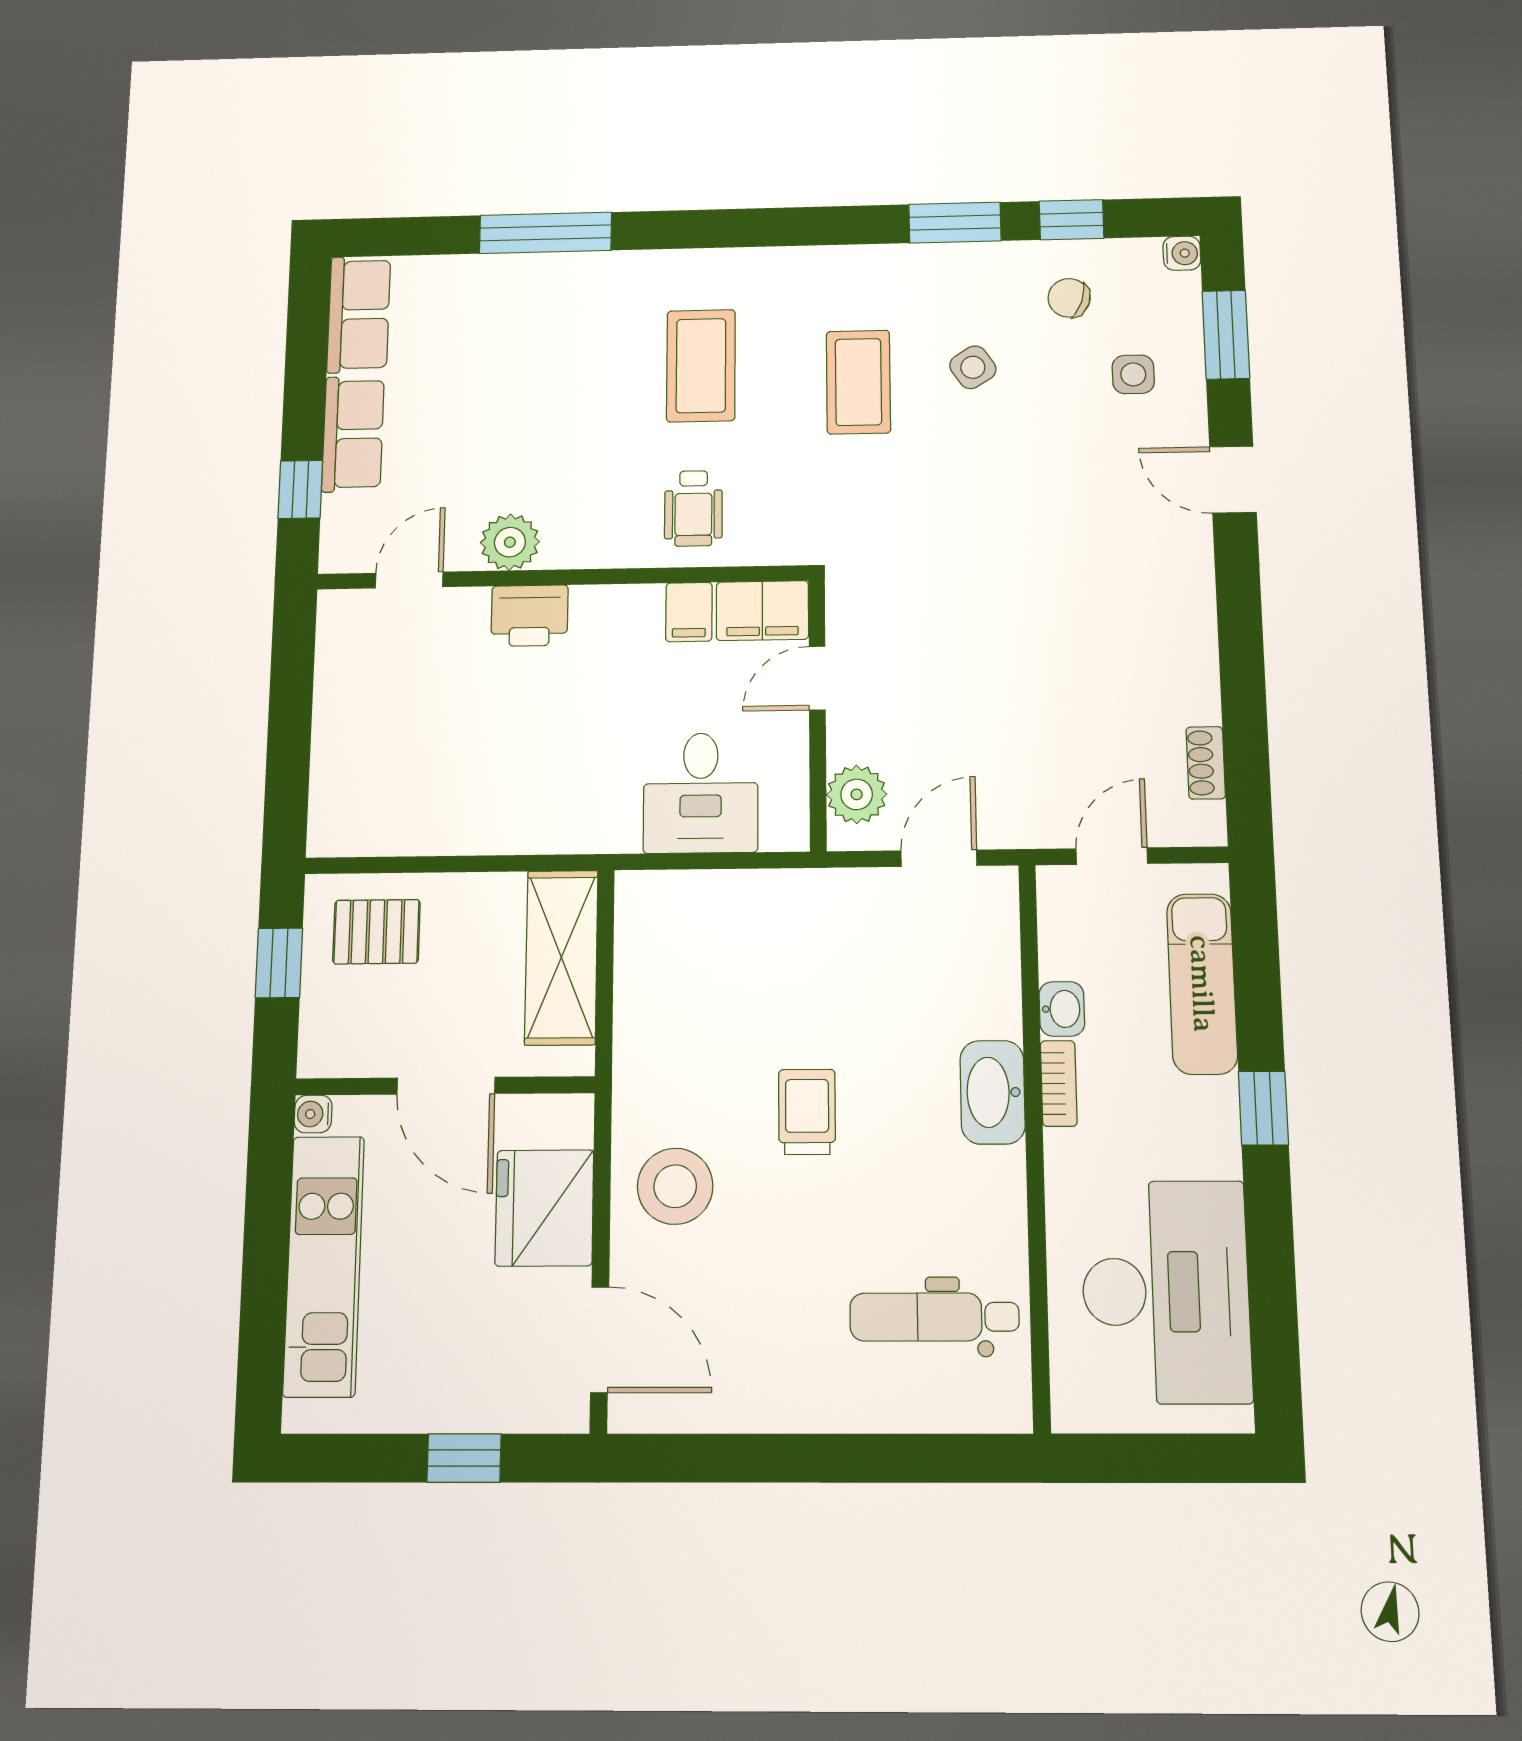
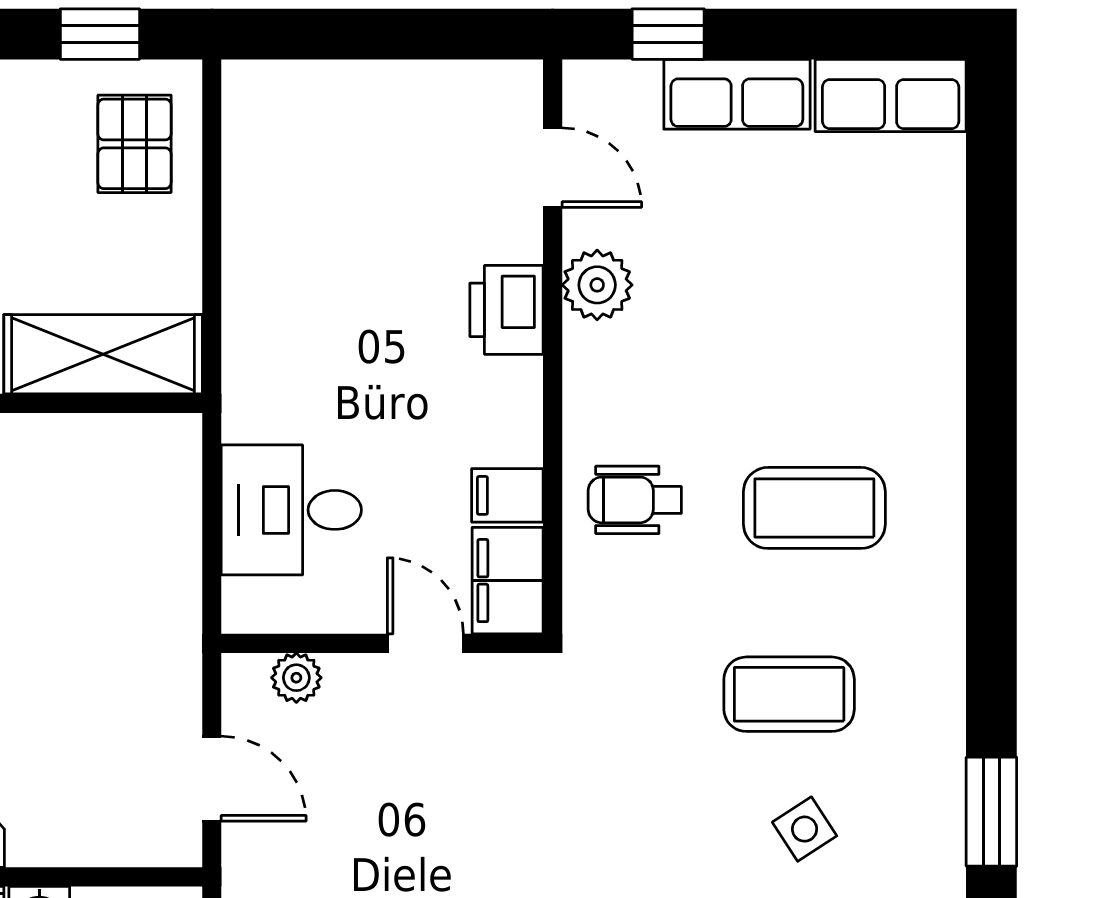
window: (545, 233) -> (991, 319), removed
plant: (857, 794) -> (296, 678), width x0.73, depth x0.73

